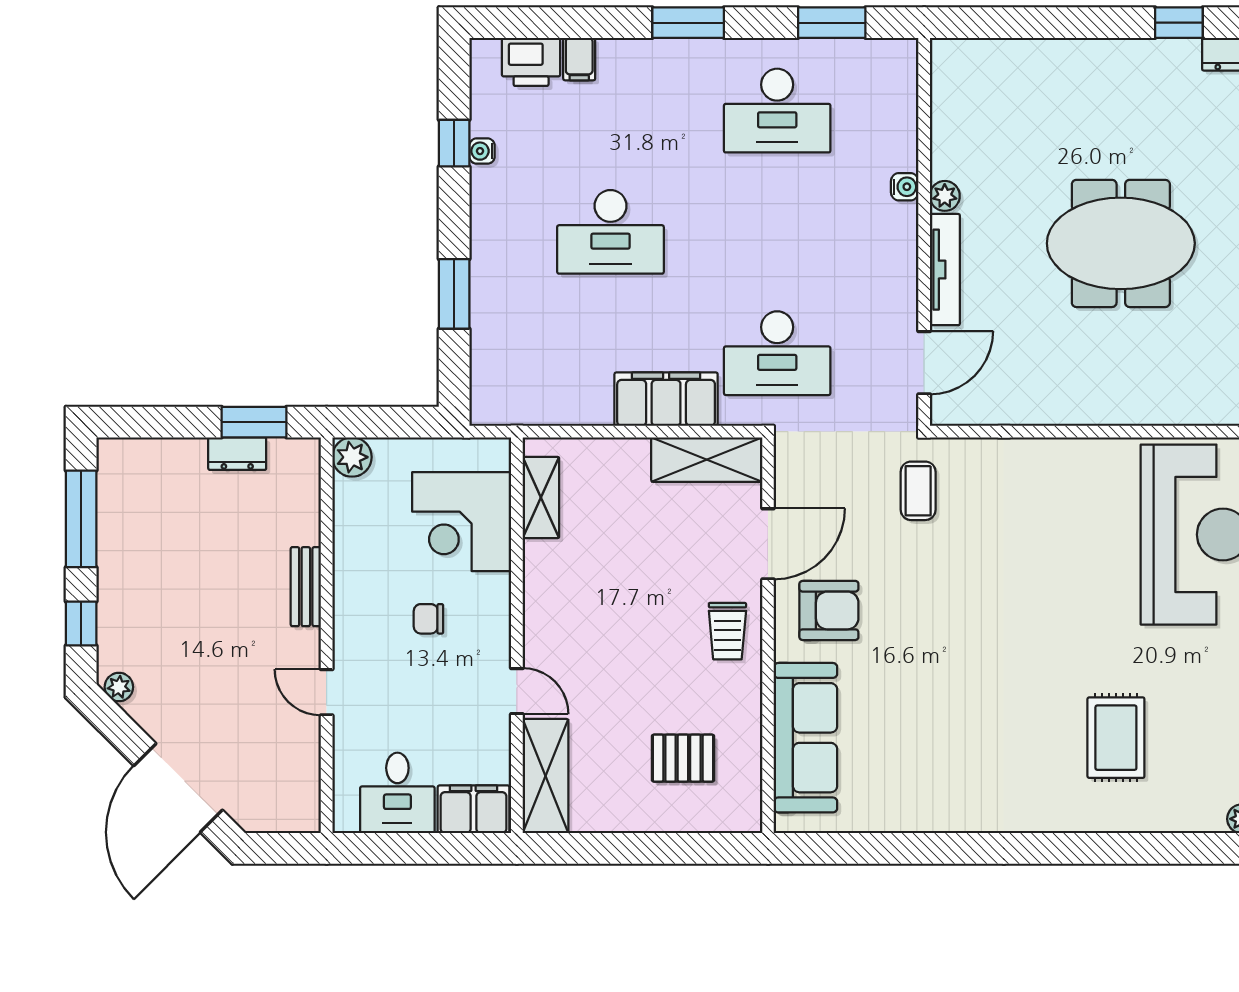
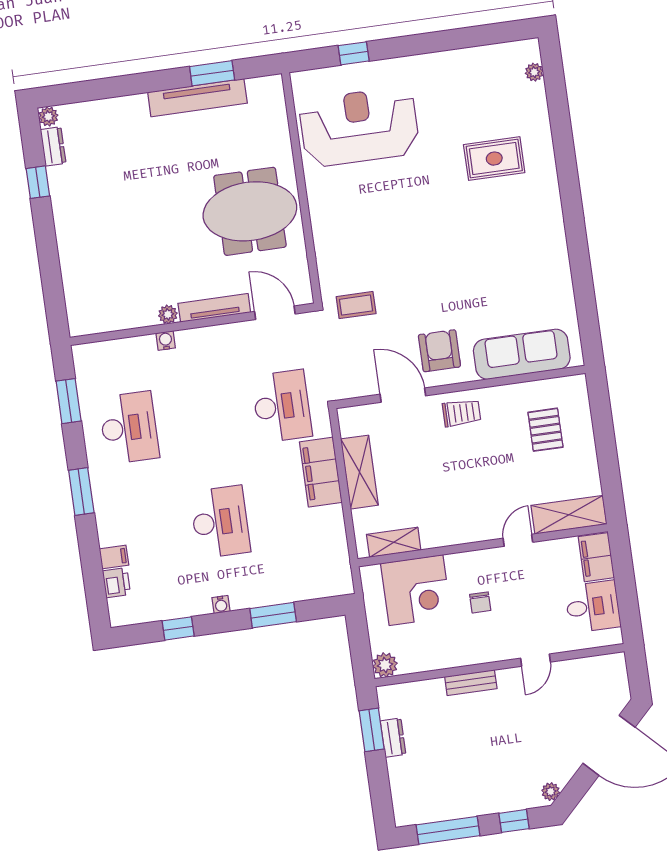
printer: (531, 62) -> (116, 583), width x0.73, depth x0.81
water cooler: (482, 151) -> (221, 604), moved
meeting table: (1121, 243) -> (250, 211), moved, turned 90
shelving: (707, 460) -> (360, 472), moved

